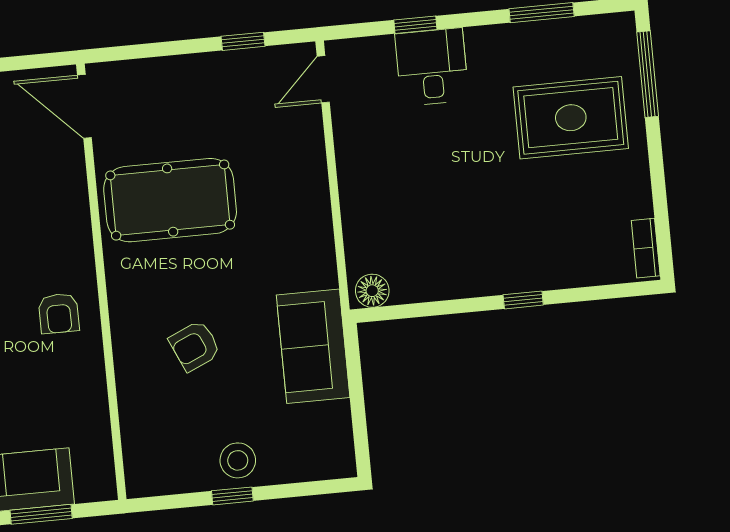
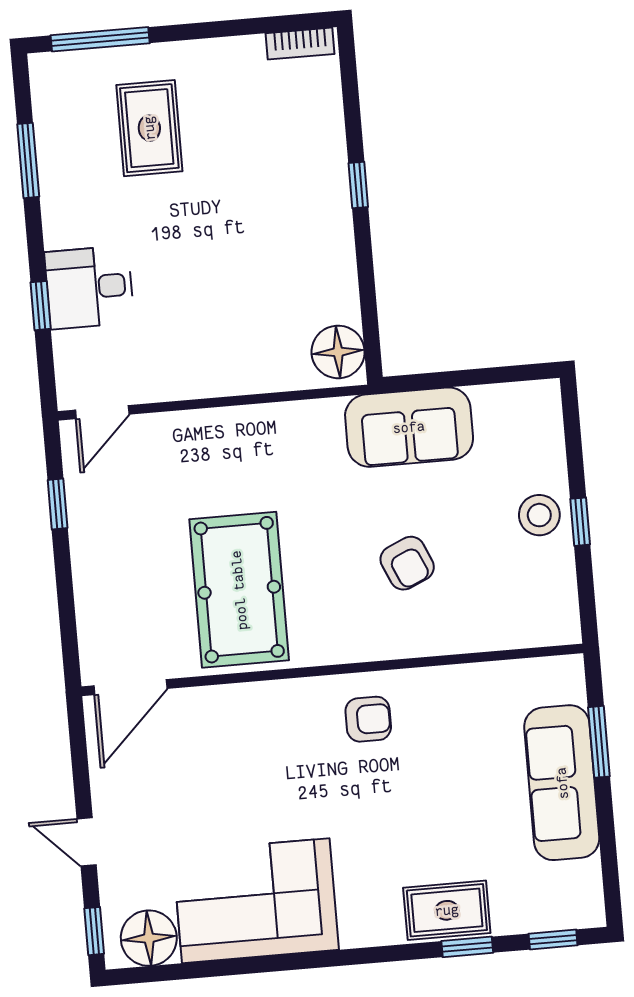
door: (323, 79) -> (102, 412), hinge flipped
rug: (571, 118) -> (149, 128), width x0.73, depth x0.70
floor lamp: (372, 291) -> (338, 352), width x1.38, depth x1.38

